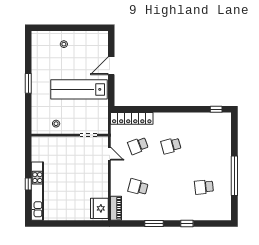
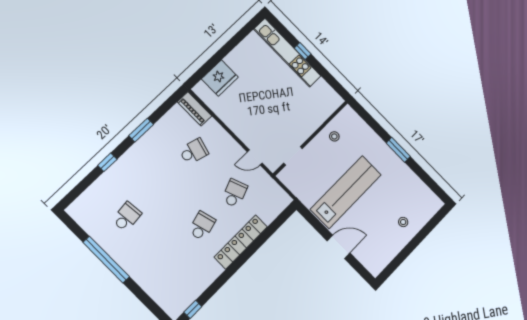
door: (111, 66) -> (339, 247), hinge flipped
locker: (132, 118) -> (241, 242), moved
fridge: (99, 208) -> (220, 78), moved, turned 90

